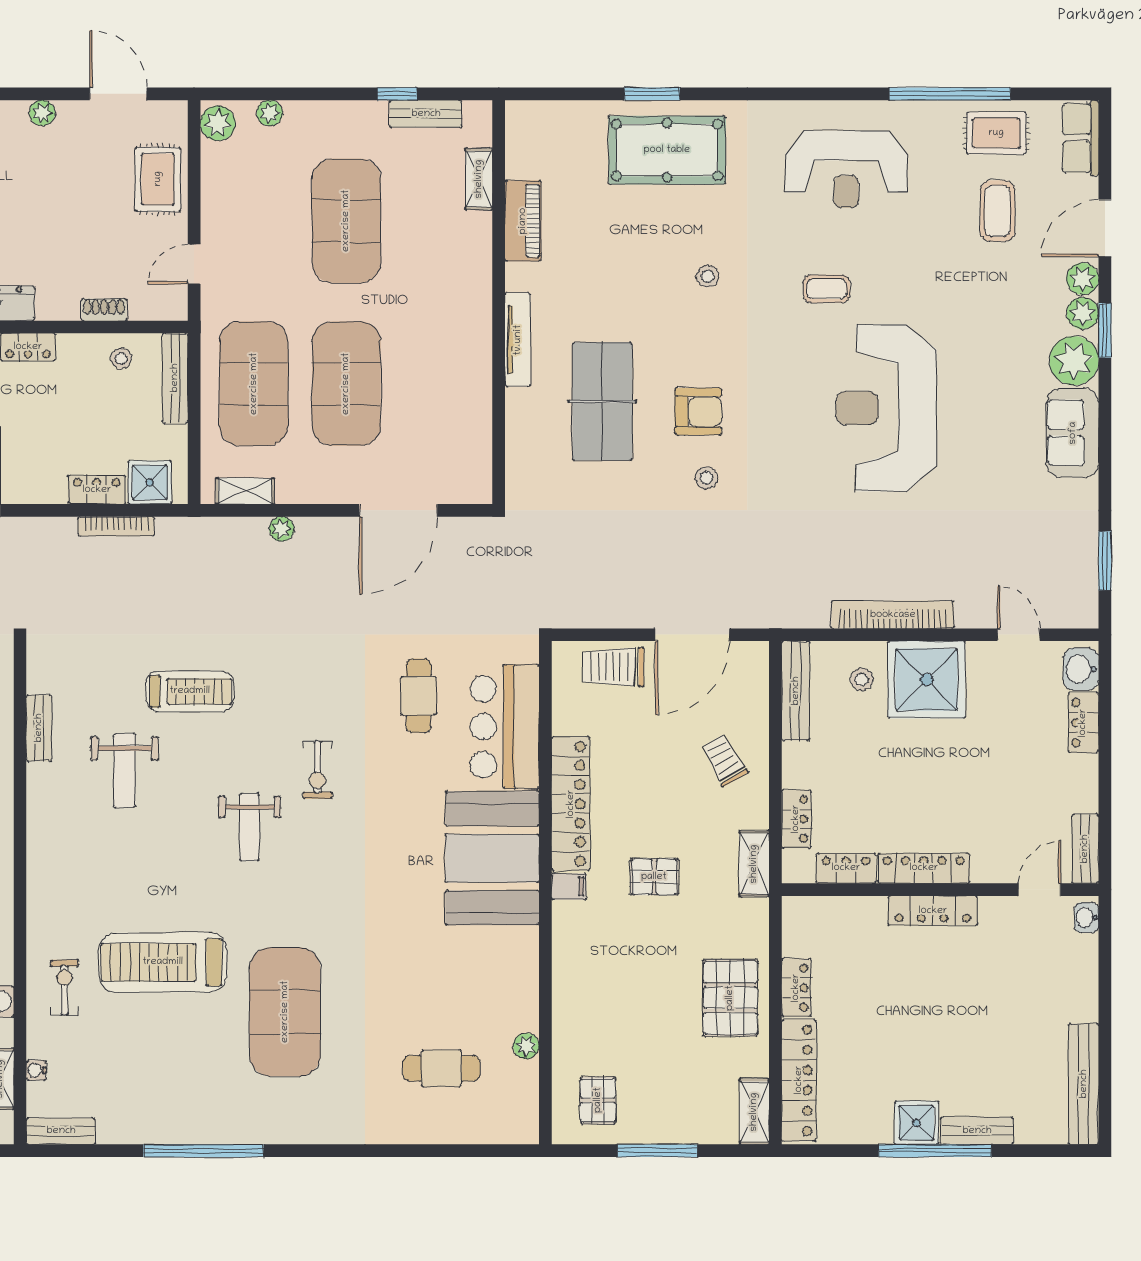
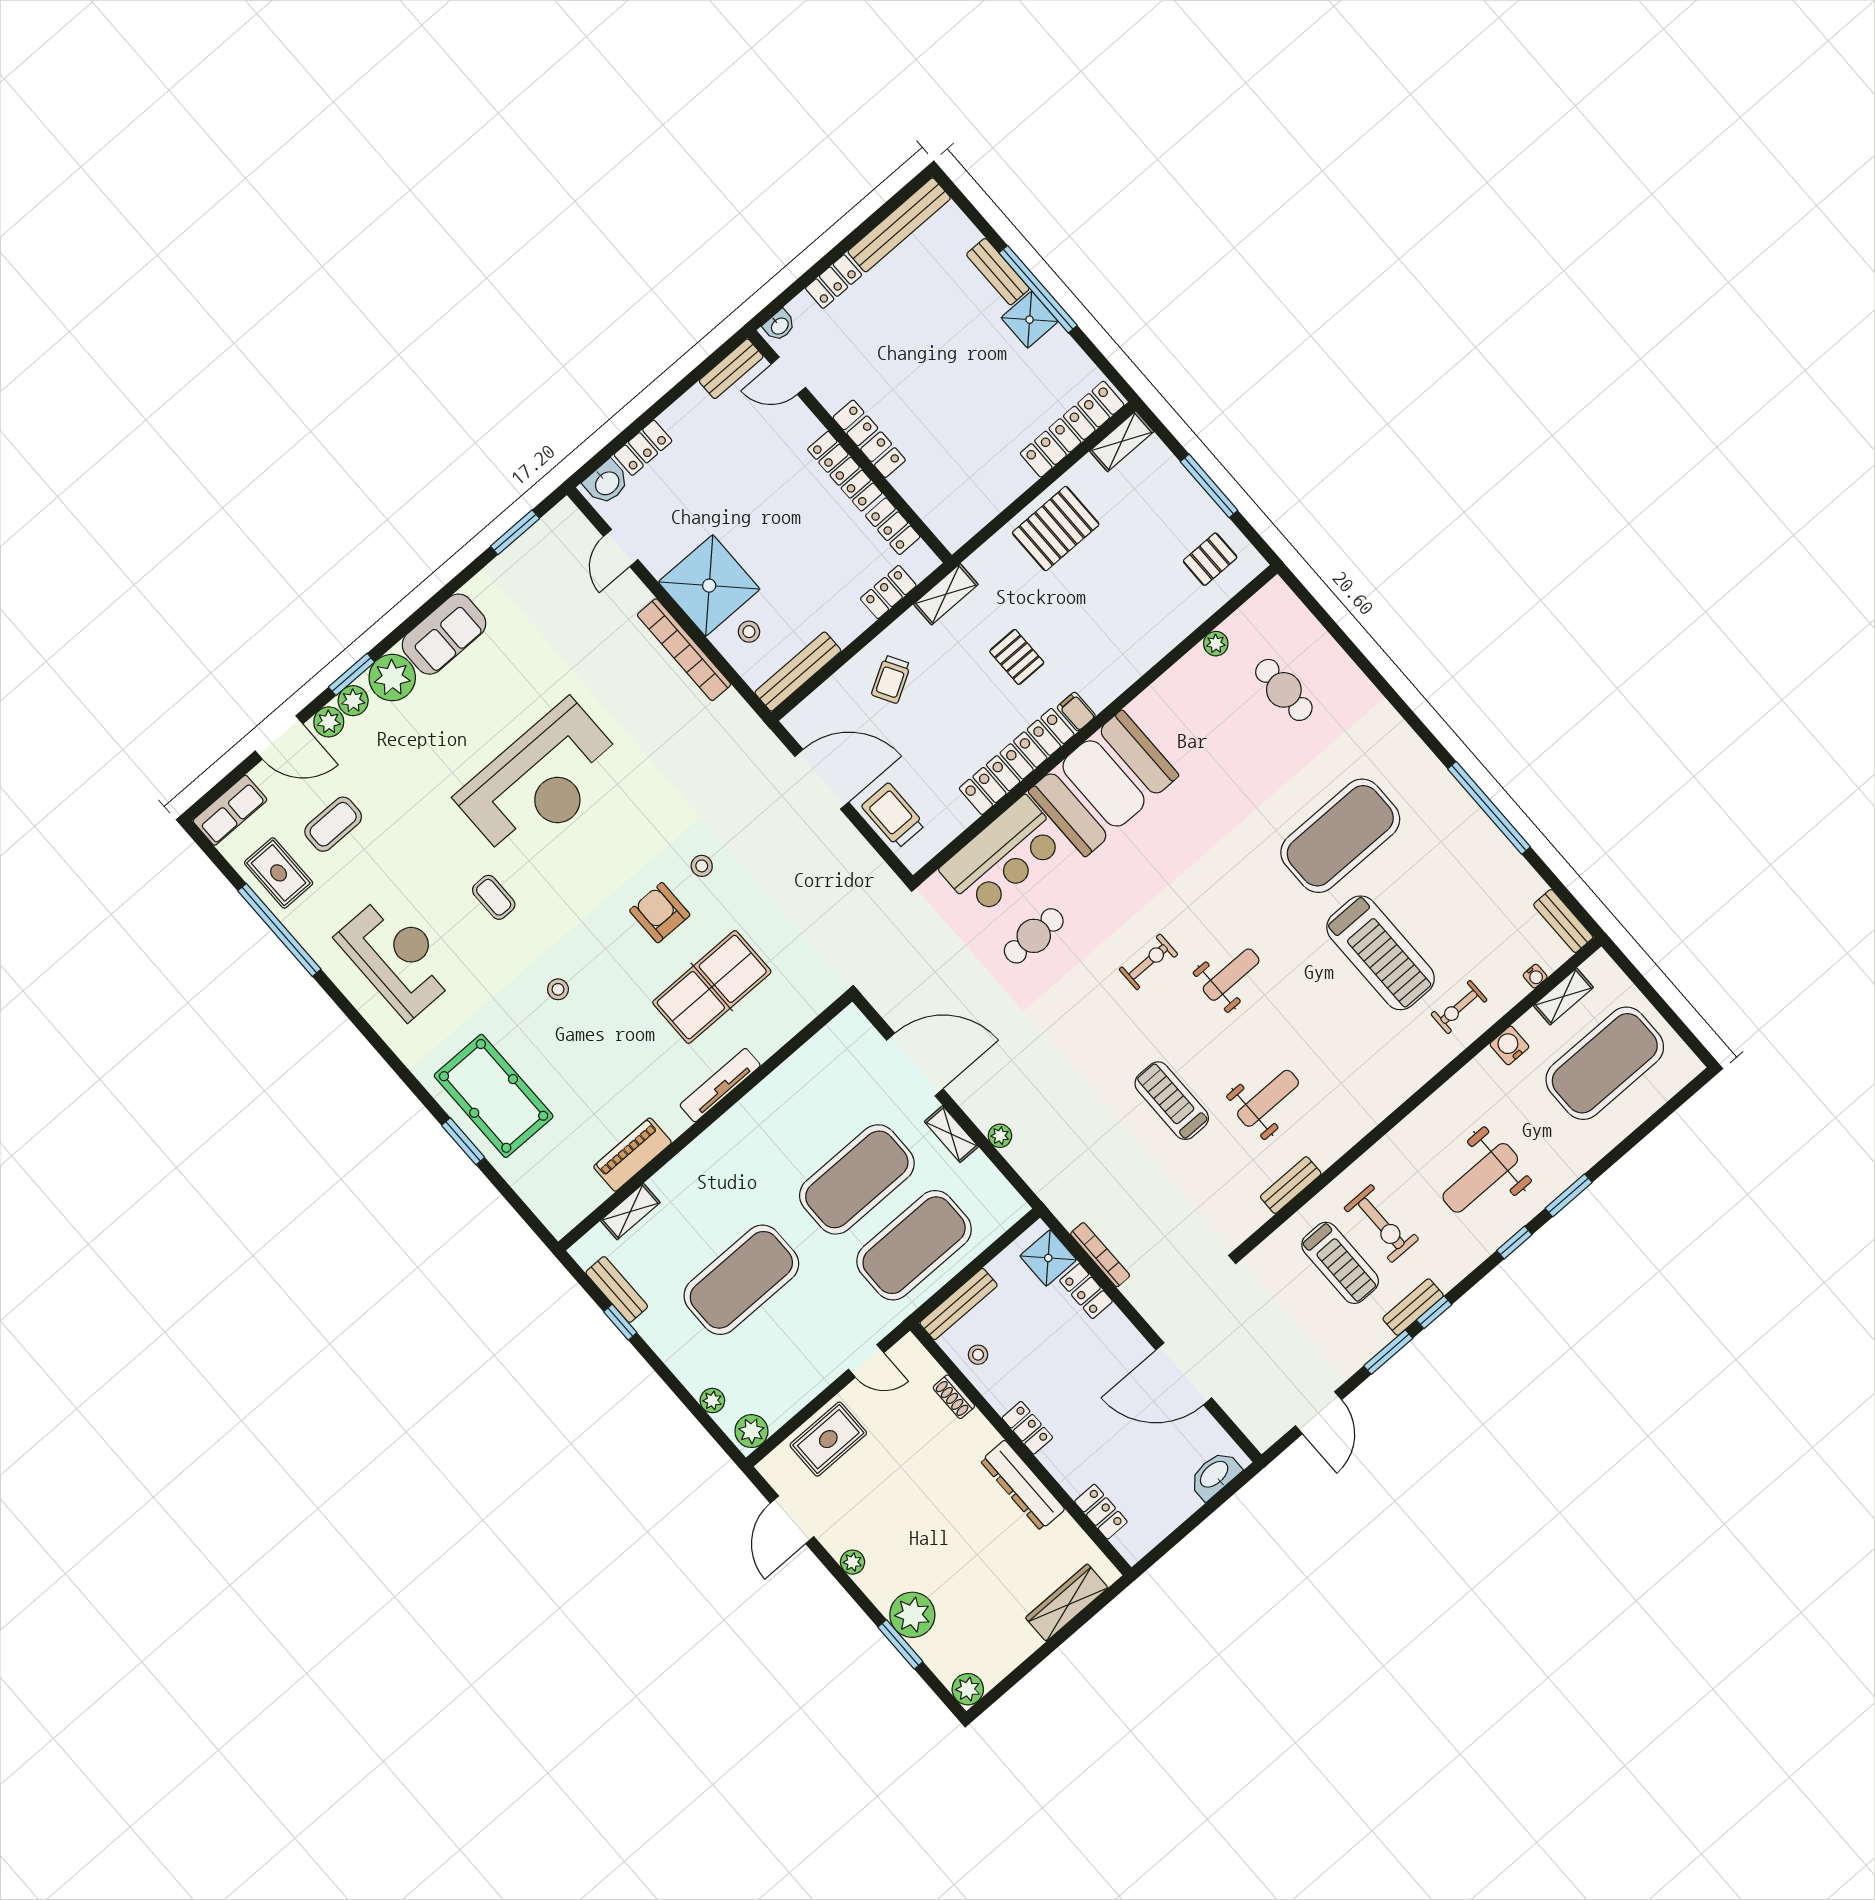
shelving: (245, 491) -> (951, 1134), moved
trolley: (613, 667) -> (893, 815), turned 180
locker: (796, 988) -> (834, 282), moved, turned 180

